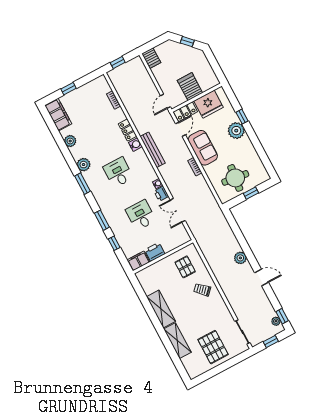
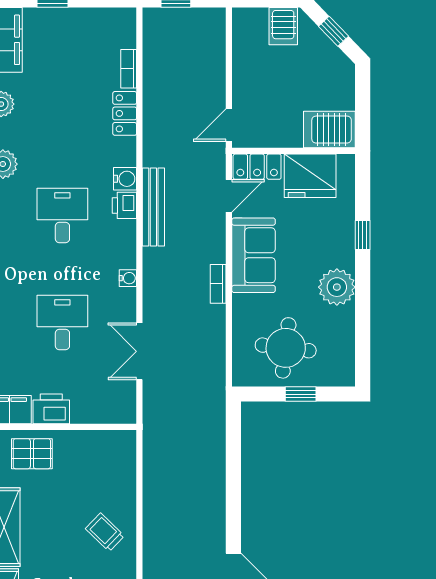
server rack: (151, 58) -> (283, 26), moved
server rack: (190, 87) -> (329, 130), moved, turned -90
locker: (127, 130) -> (125, 113), moved
plant: (236, 131) -> (337, 287), moved
printer: (161, 194) -> (124, 205), moved
plant: (240, 258) -> (212, 510), removed
pallet: (185, 267) -> (32, 454), moved, turned 90

